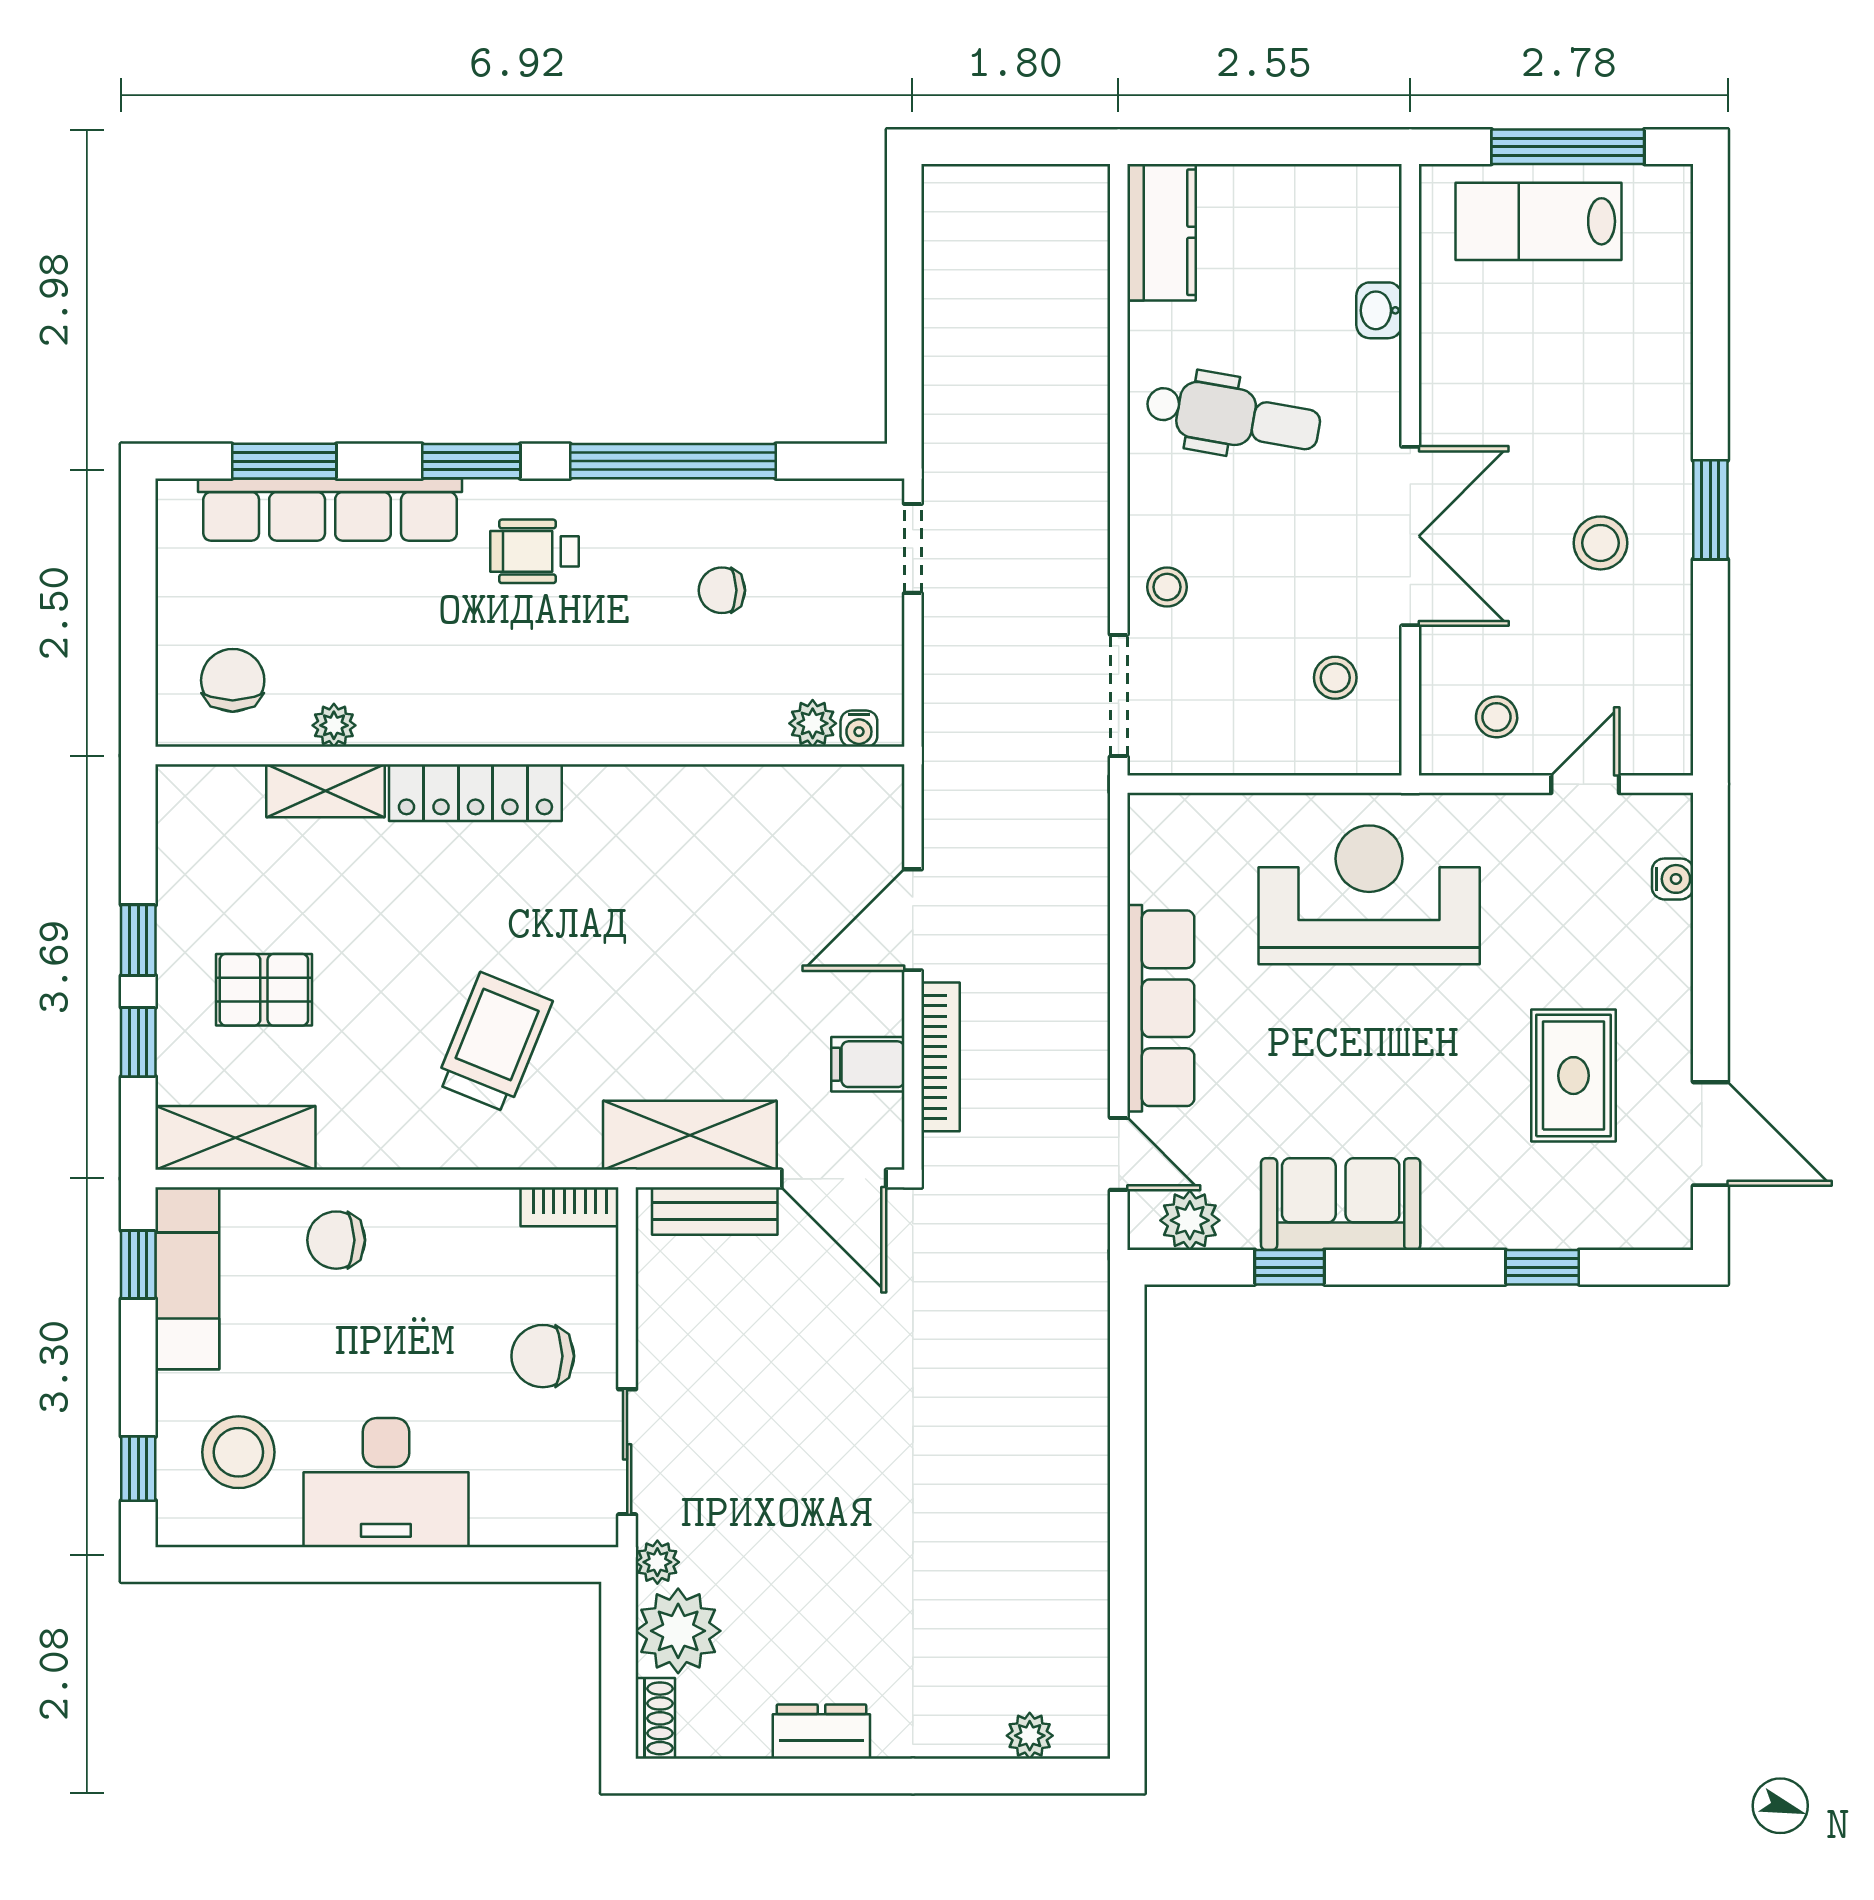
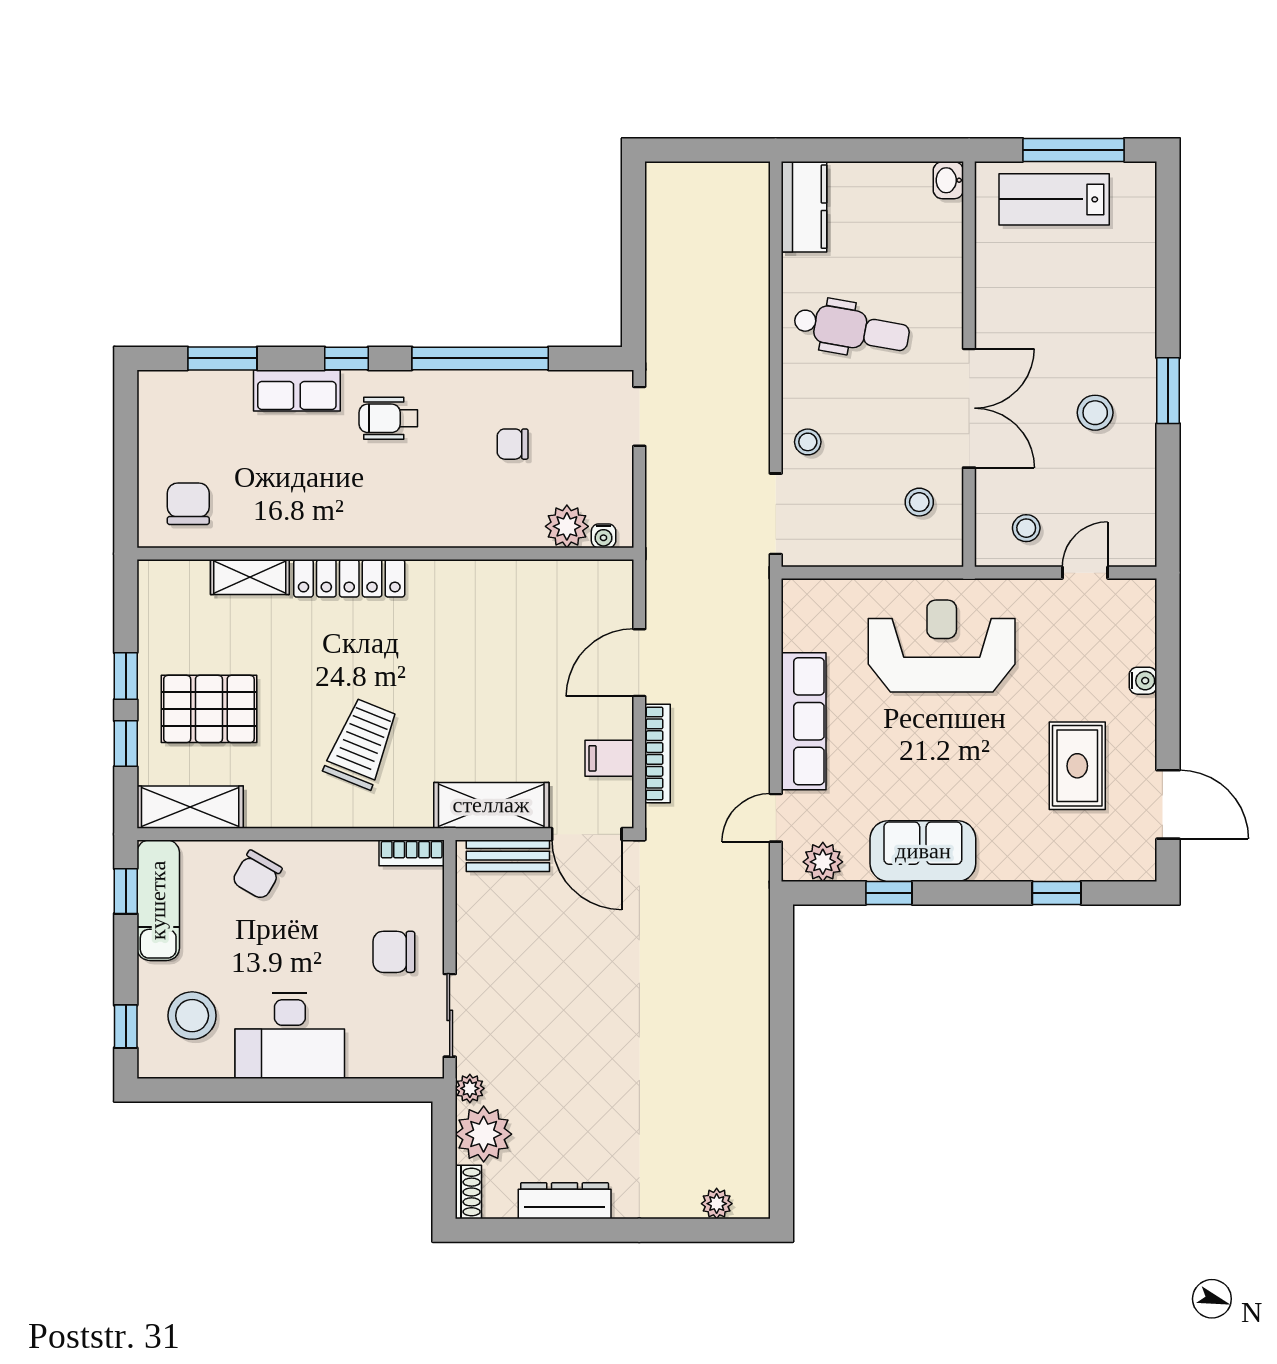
washbasin: (1379, 310) -> (948, 180), moved
window: (471, 461) -> (346, 358), width x0.67
row of seats: (330, 510) -> (297, 391), width x0.50
plant: (813, 723) -> (567, 526), width x1.38, depth x1.38
plant: (334, 725) -> (255, 534), removed
water cooler: (1673, 879) -> (1143, 681), moved
pallet: (264, 990) -> (209, 709), width x1.50, depth x1.42
door: (1119, 1154) -> (776, 818), swing flipped
chair: (336, 1240) -> (257, 875), turned -60
dresser: (821, 1732) -> (565, 1201), width x1.44

